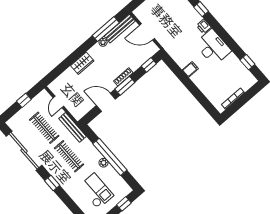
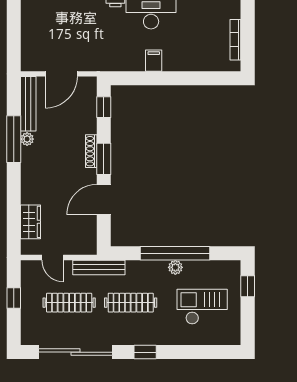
window: (106, 29) -> (14, 139), moved
wardrobe: (82, 63) -> (31, 222), moved

